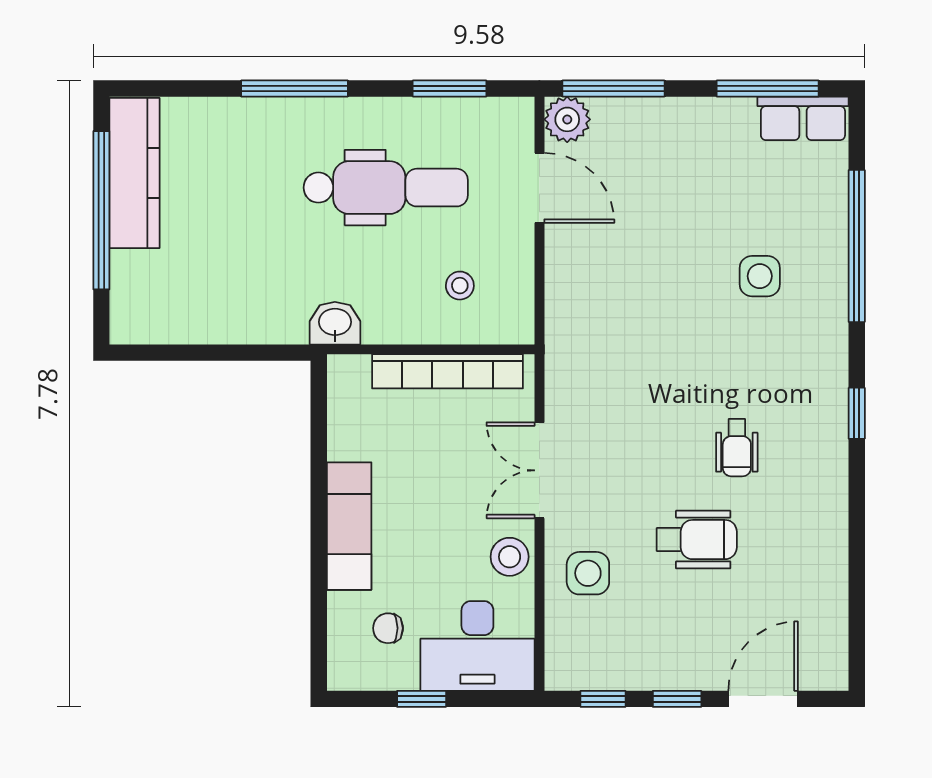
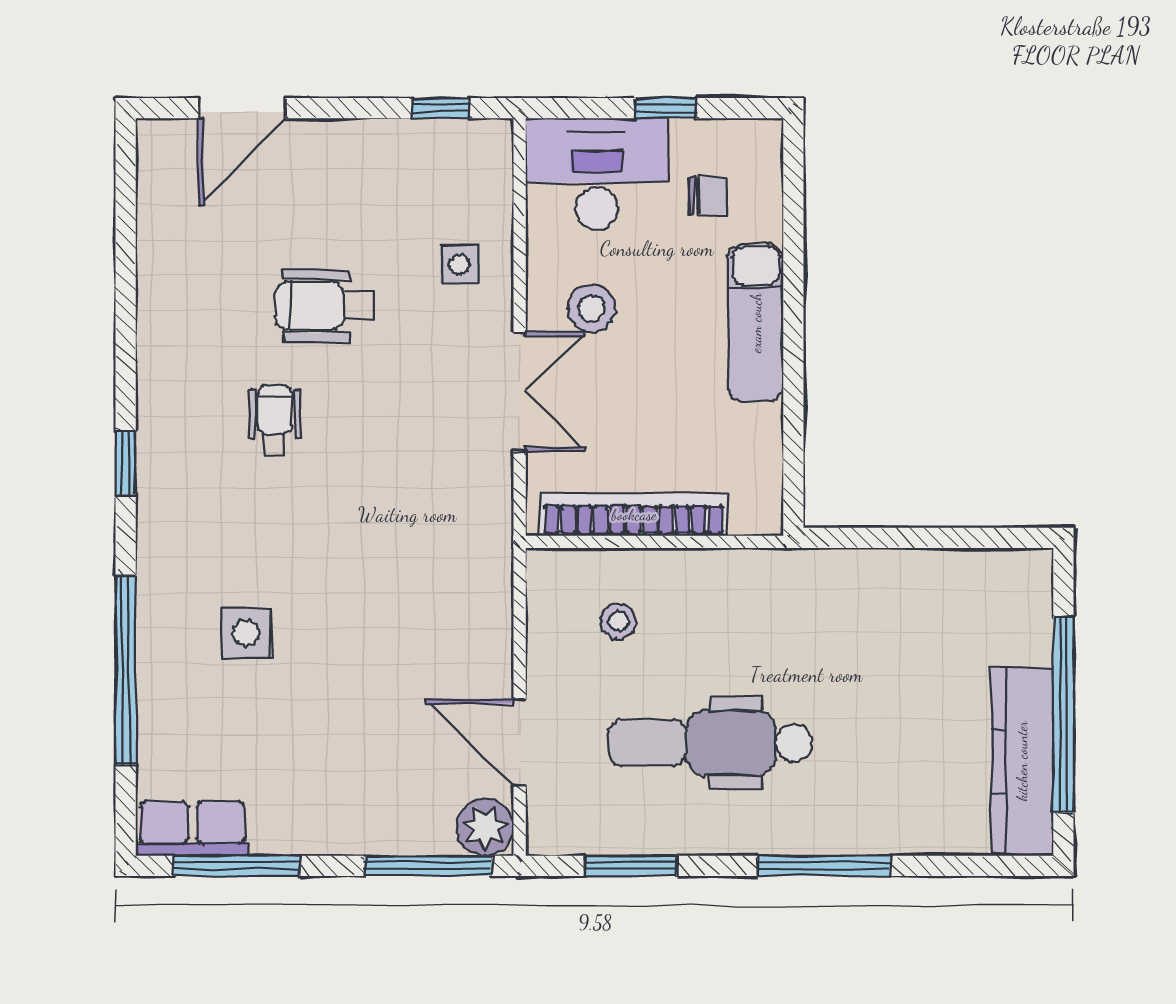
washbasin: (335, 323) -> (773, 574), removed
stool: (510, 557) -> (591, 308), moved
side table: (588, 573) -> (459, 264), width x0.73, depth x0.73
window: (677, 699) -> (349, 108), removed

